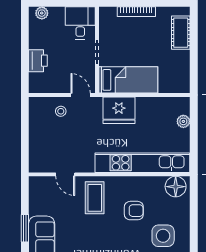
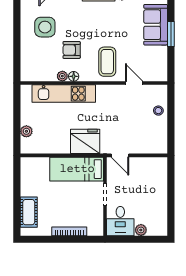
plant: (42, 13) -> (141, 230), moved
printer: (38, 61) -> (159, 187), removed
stool: (61, 111) -> (158, 111), moved
kitchen unit: (142, 163) -> (64, 94), width x0.73
plant: (144, 182) -> (62, 76), added
floor lamp: (176, 187) -> (74, 76), moved, width x0.53, depth x0.53

